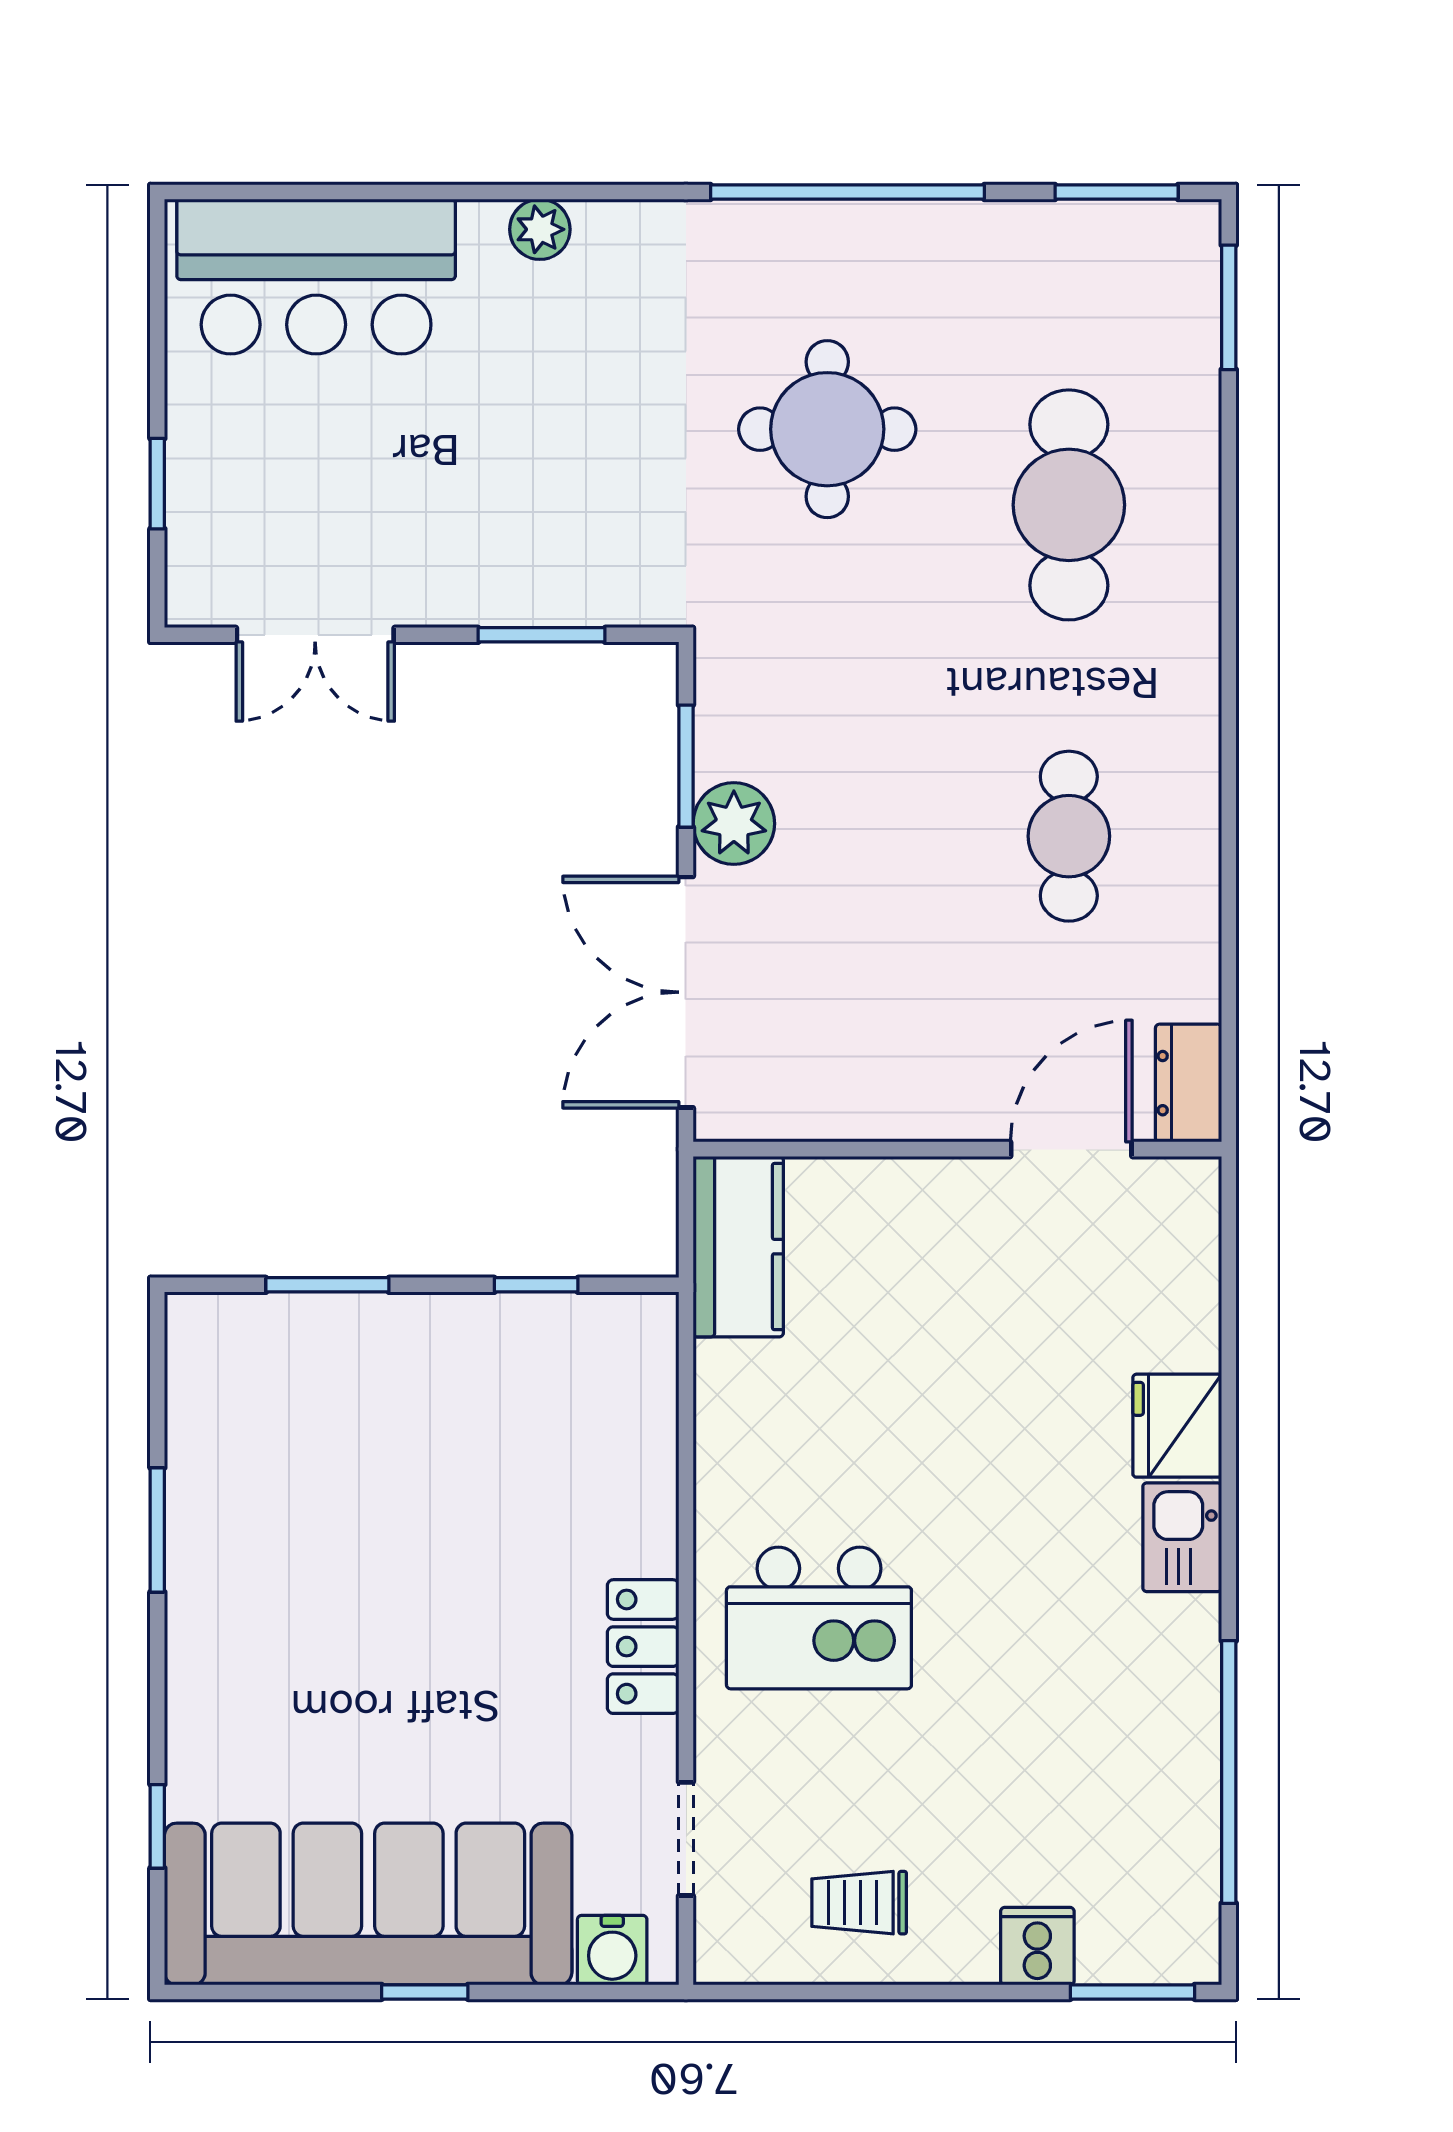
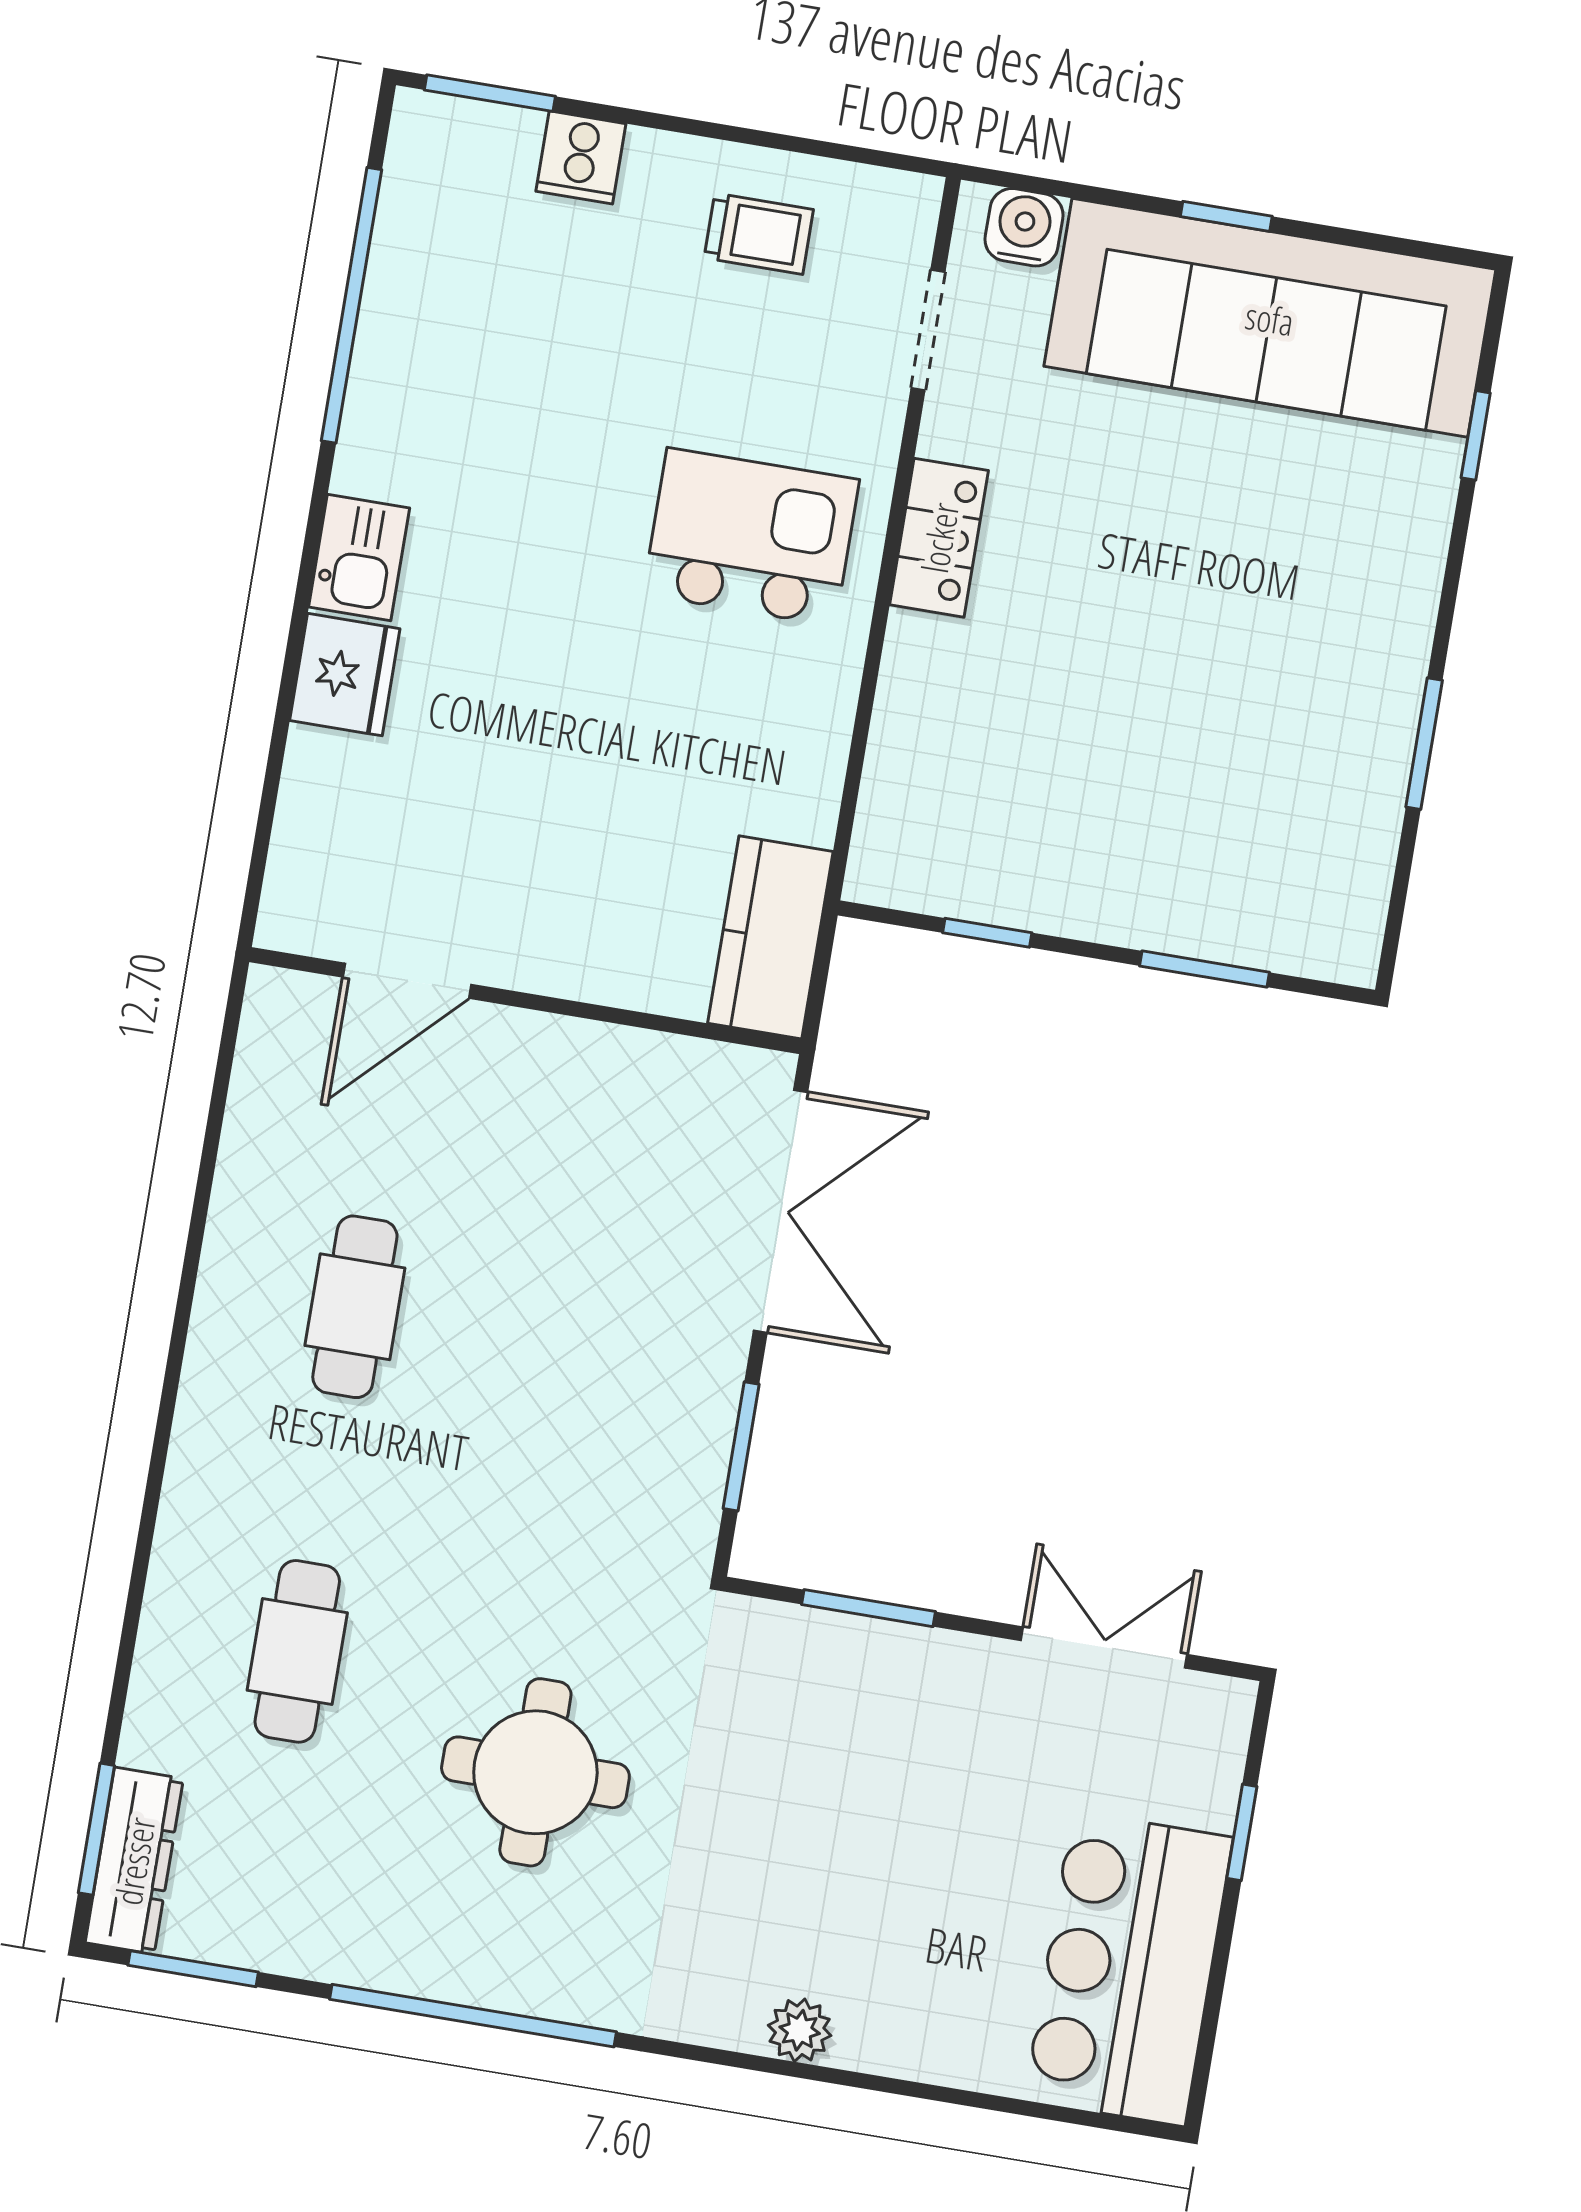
bar counter: (316, 277) -> (1129, 1969), moved, turned -90
cafe table: (1069, 505) -> (297, 1651), width x0.73, depth x0.74
plant: (734, 824) -> (701, 1378), removed
dresser: (1188, 1083) -> (134, 1861), moved, width x1.44

